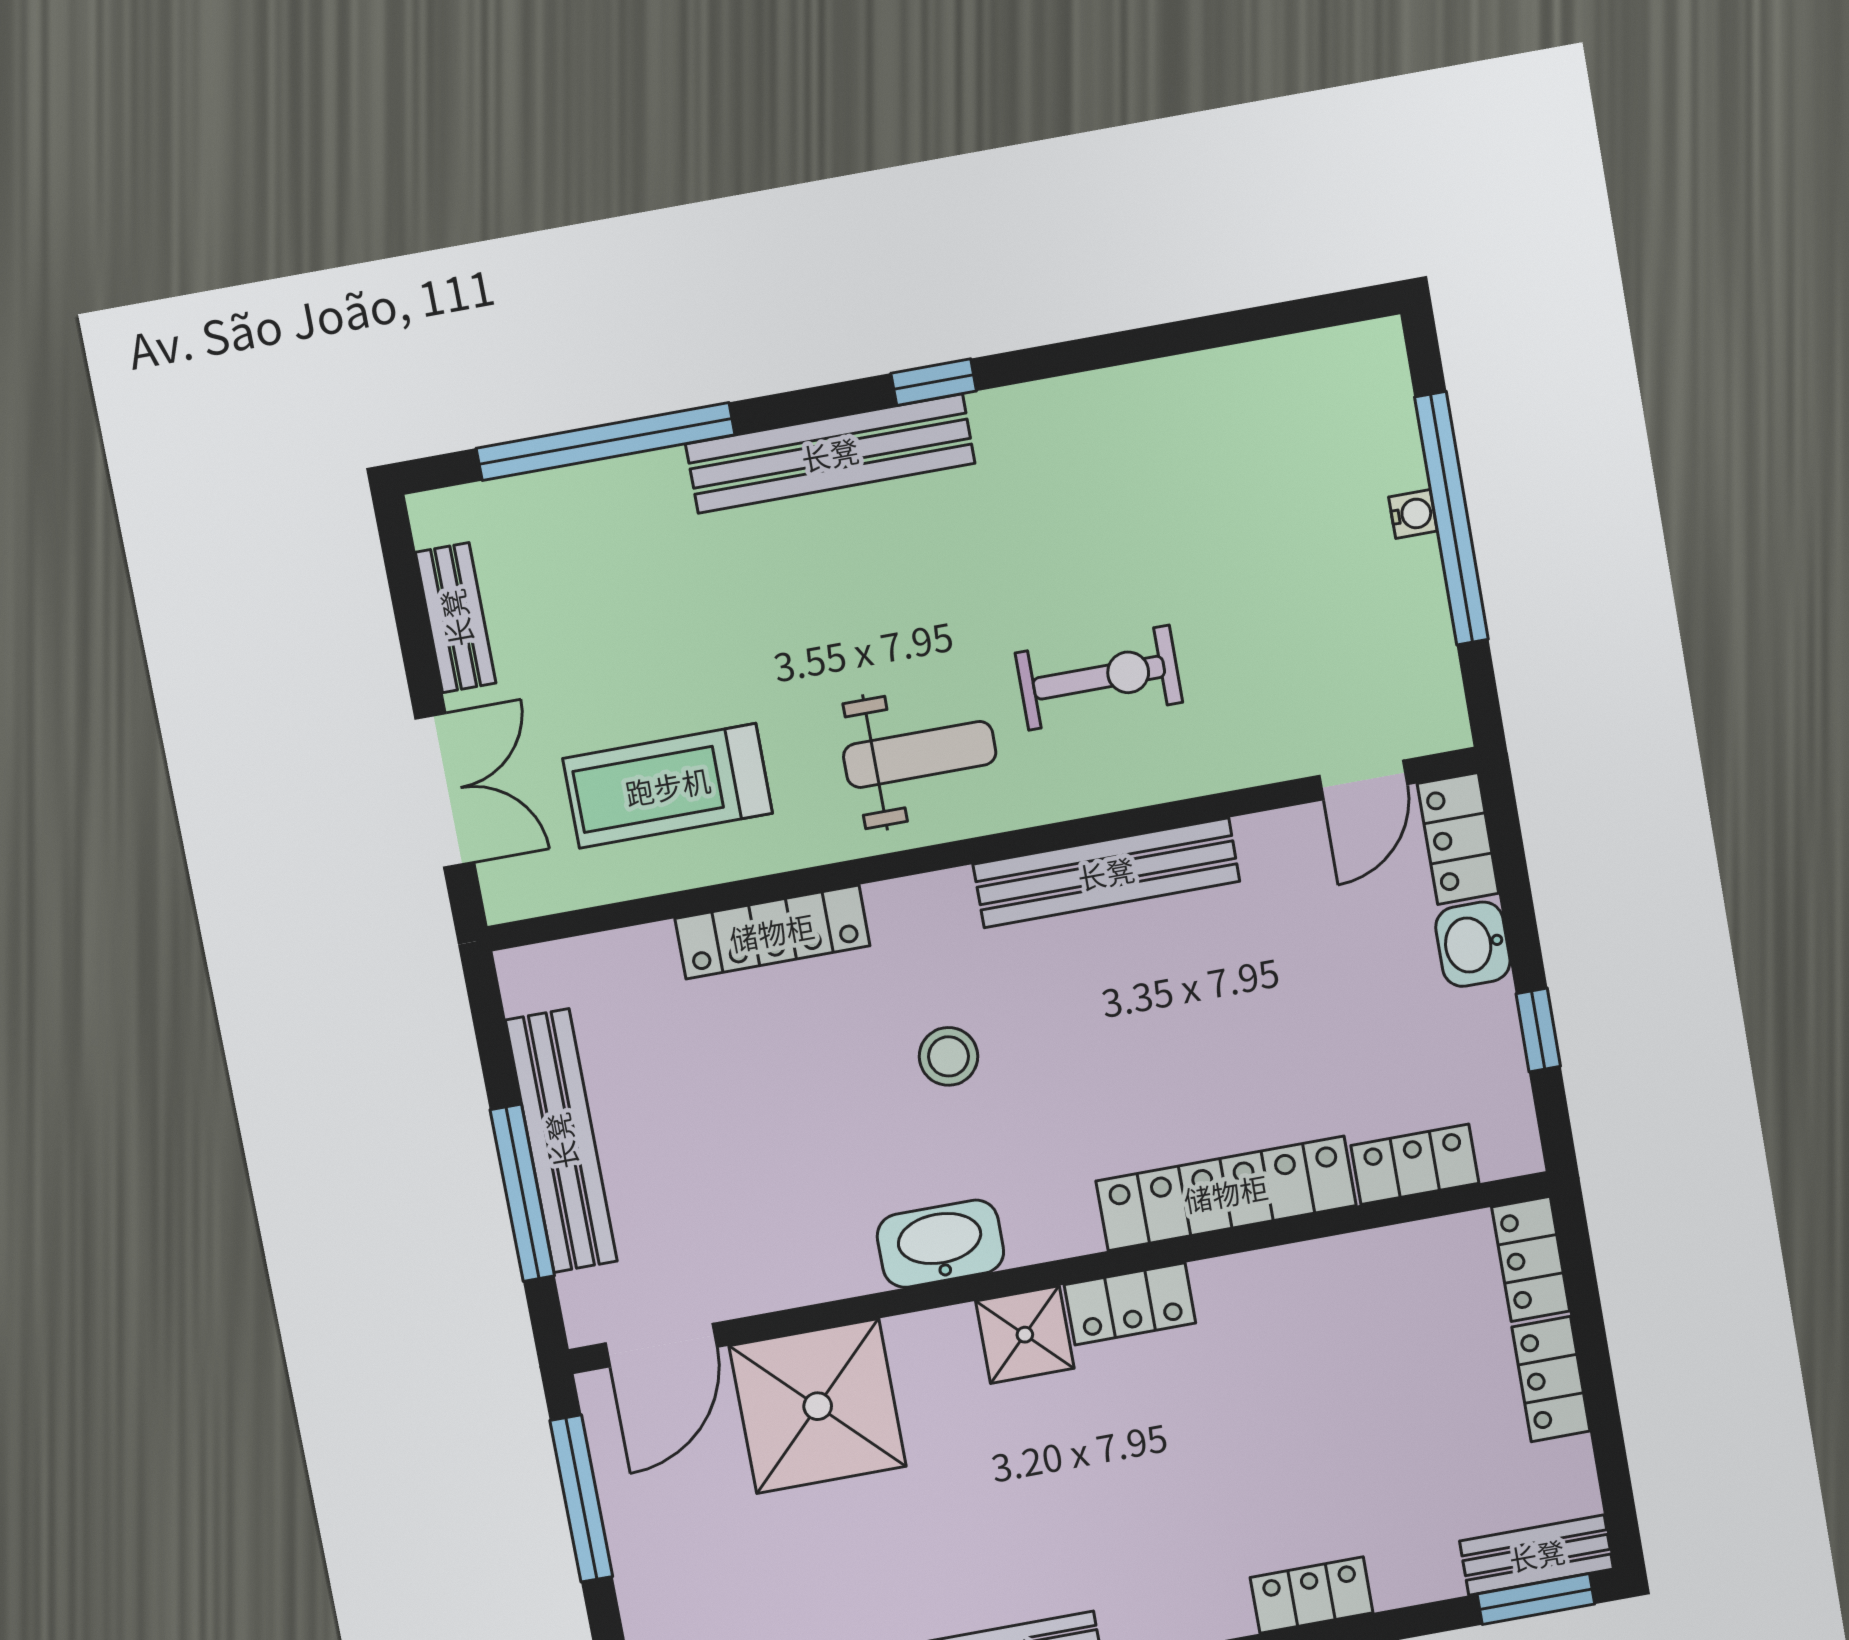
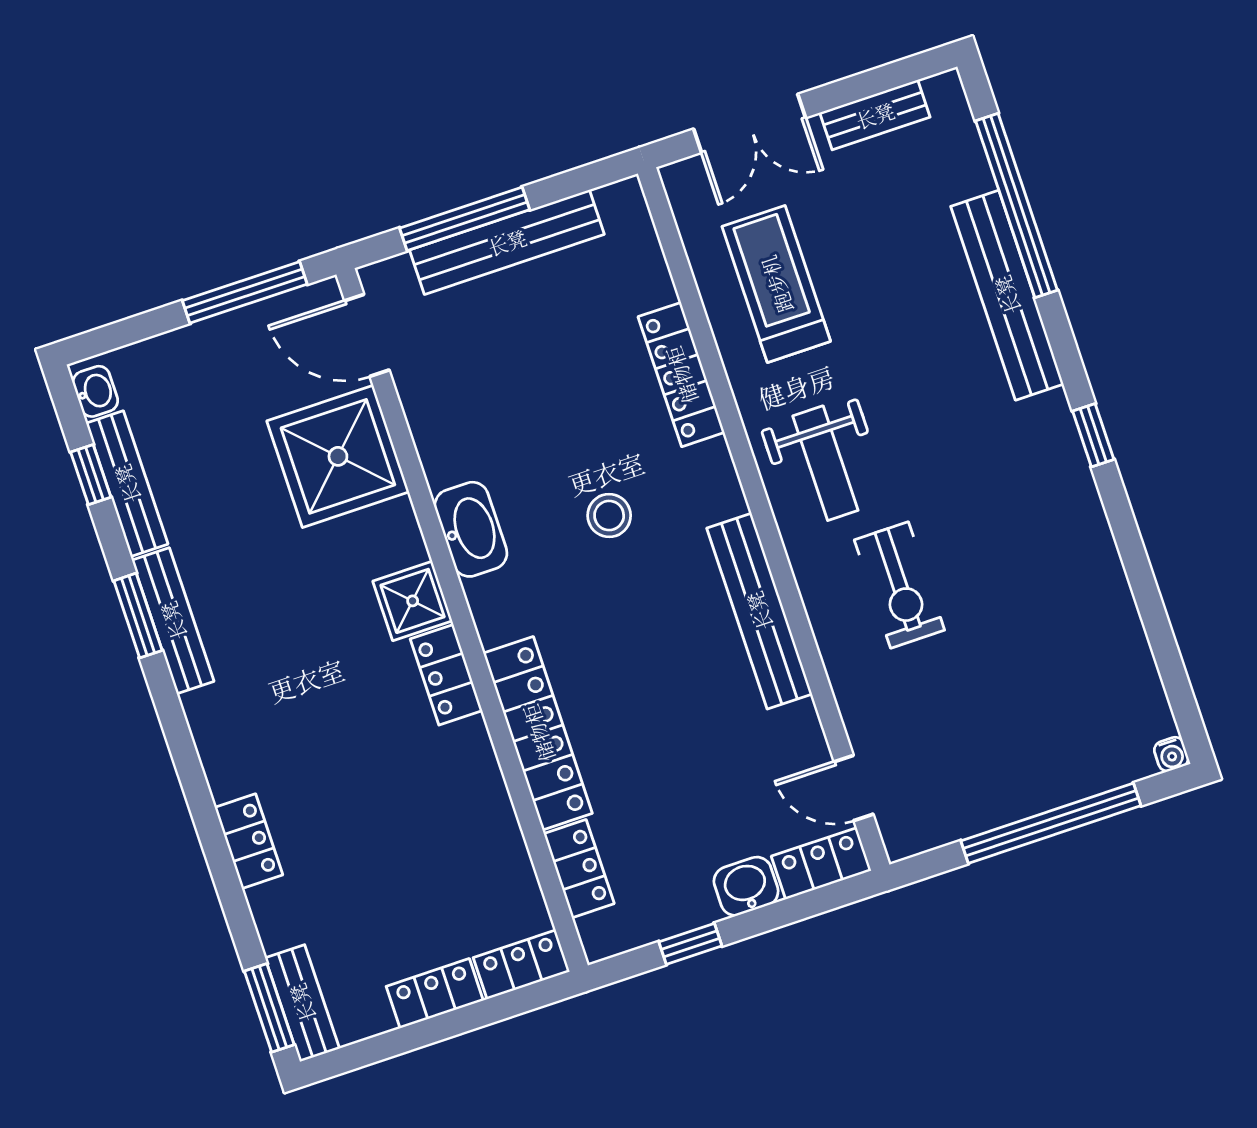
bench: (830, 454) -> (1007, 295), moved
water cooler: (1413, 514) -> (1171, 754), moved

